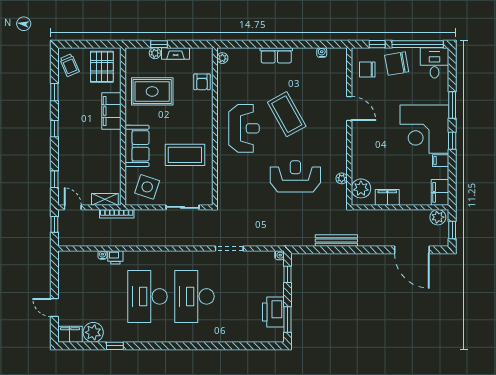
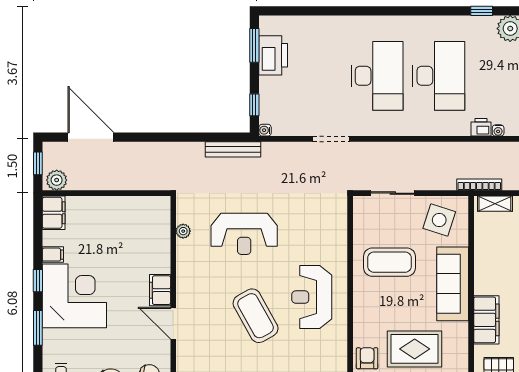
rug: (152, 91) -> (415, 349), moved
sofa: (137, 146) -> (453, 284), width x1.36
plant: (361, 188) -> (158, 218), removed
filing cabinet: (387, 197) -> (160, 290), moved, turned 90
bench: (336, 241) -> (233, 149), moved

